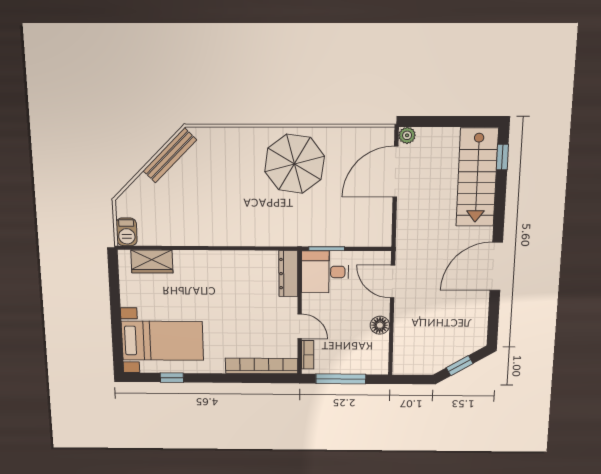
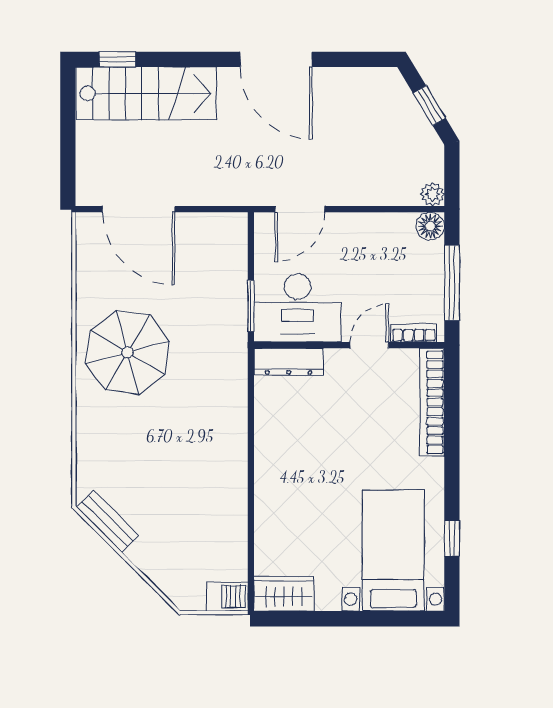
plant: (407, 135) -> (433, 194), moved
bench: (170, 155) -> (108, 521), width x0.73
wardrobe: (152, 262) -> (284, 594), moved, turned -90
desk: (325, 272) -> (297, 308), width x1.37
floor lamp: (380, 325) -> (430, 226), moved

